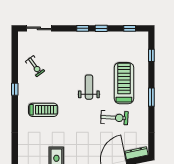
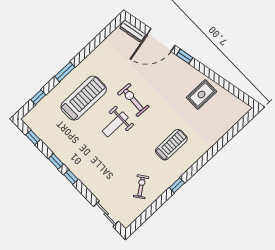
treadmill: (124, 83) -> (84, 98), turned 180
window: (151, 97) -> (65, 72), moved
treadmill: (43, 110) -> (171, 145), turned 90
exercise bike: (114, 118) -> (133, 100), moved

